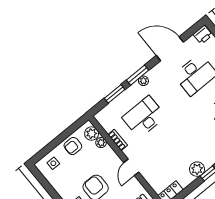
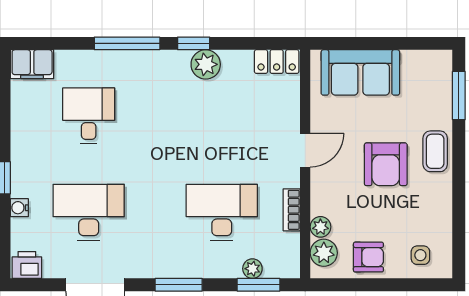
plant: (143, 81) -> (252, 269), moved
window: (115, 94) -> (259, 285), moved
desk: (144, 117) -> (222, 212), turned 180

